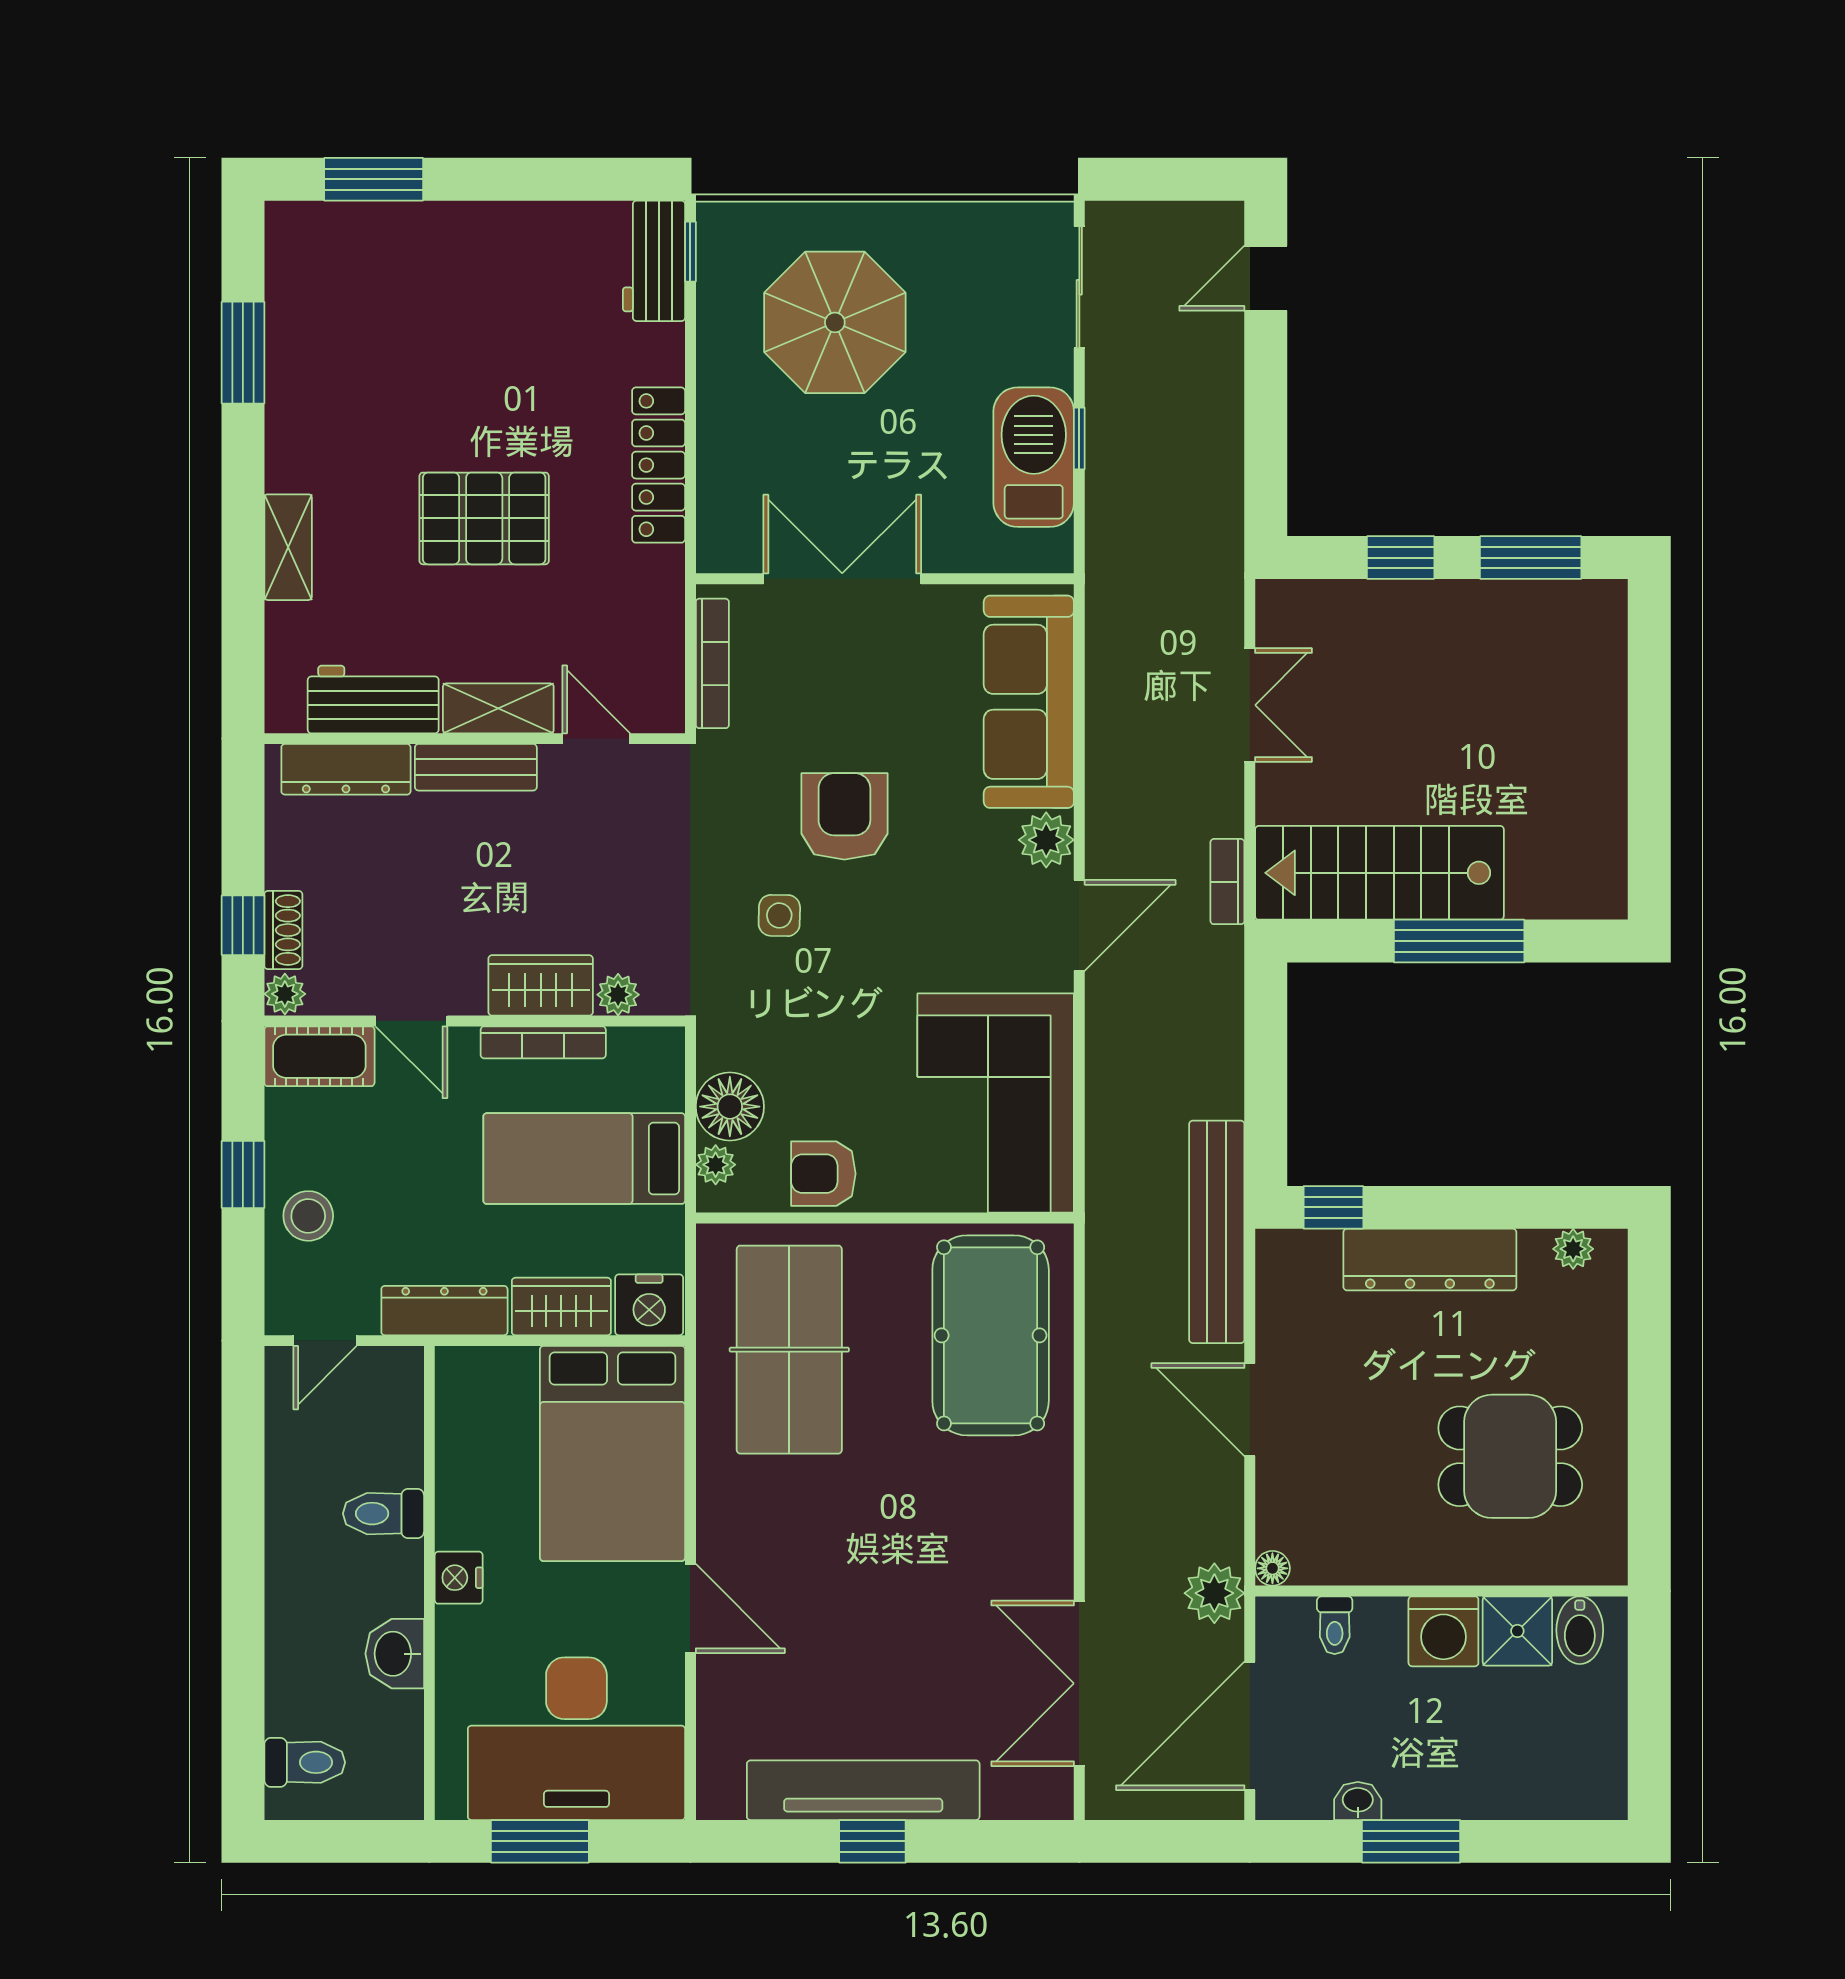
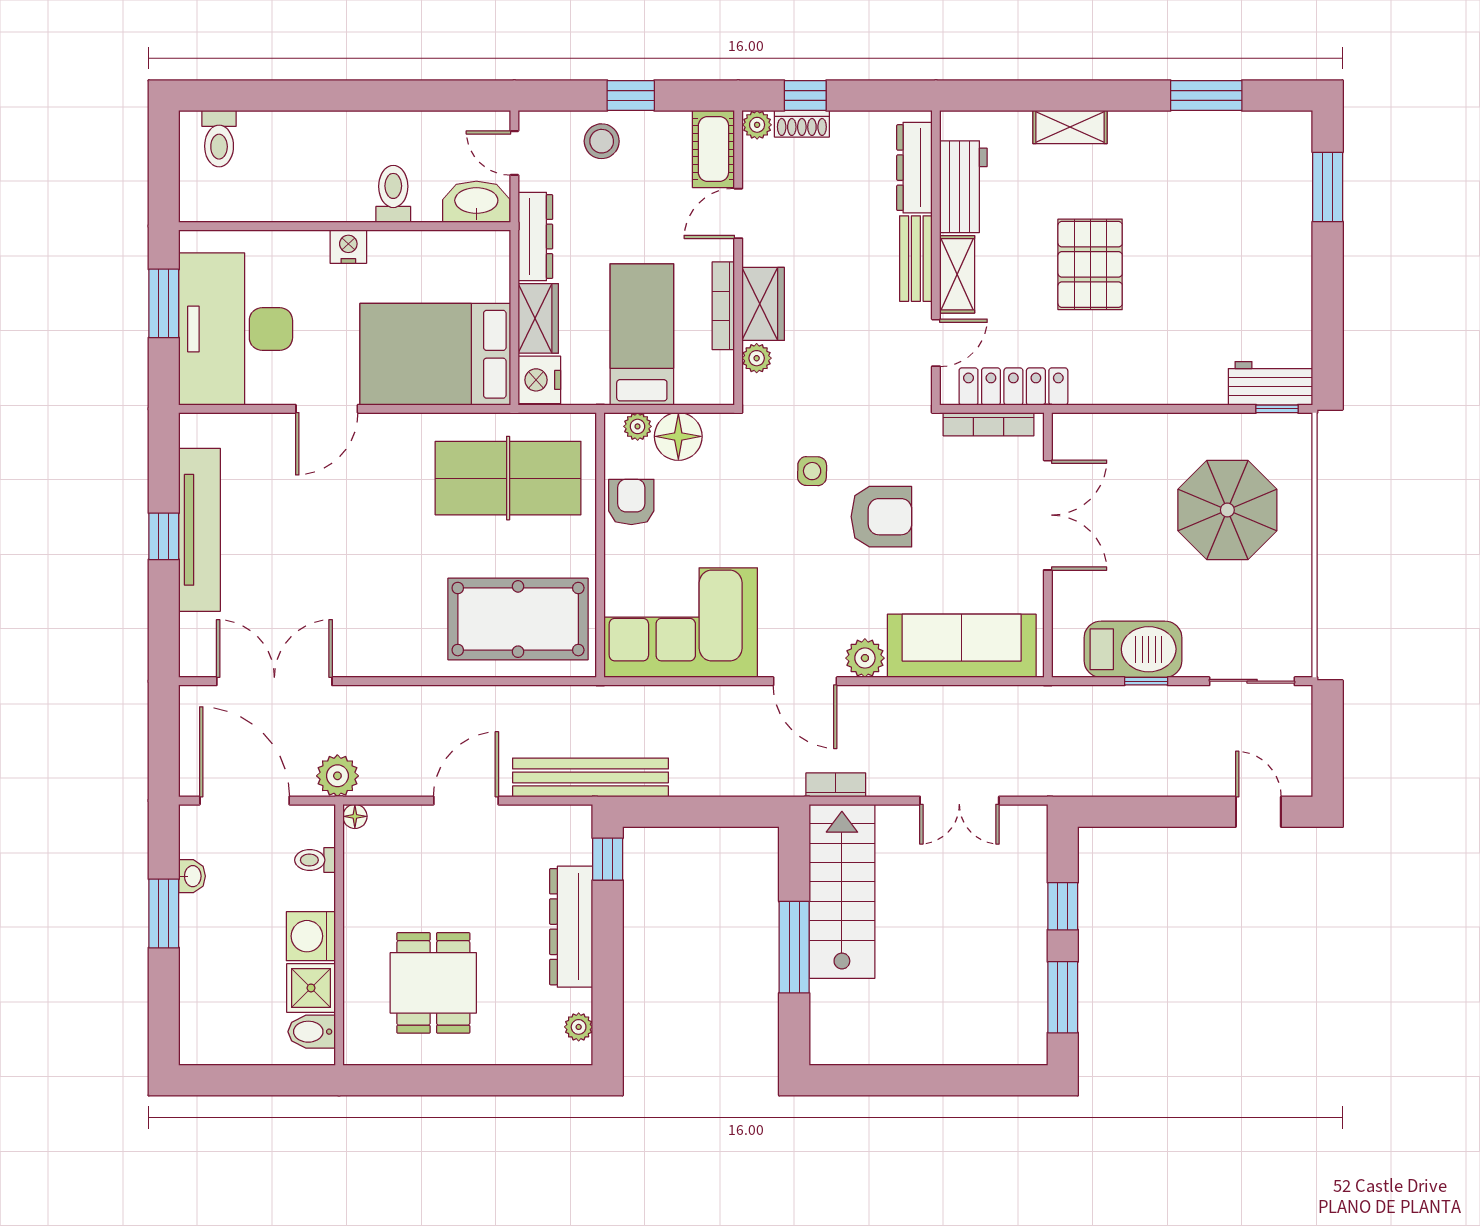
locker: (659, 465) -> (1013, 387), moved
washbasin: (395, 1654) -> (476, 202), moved, width x1.38

